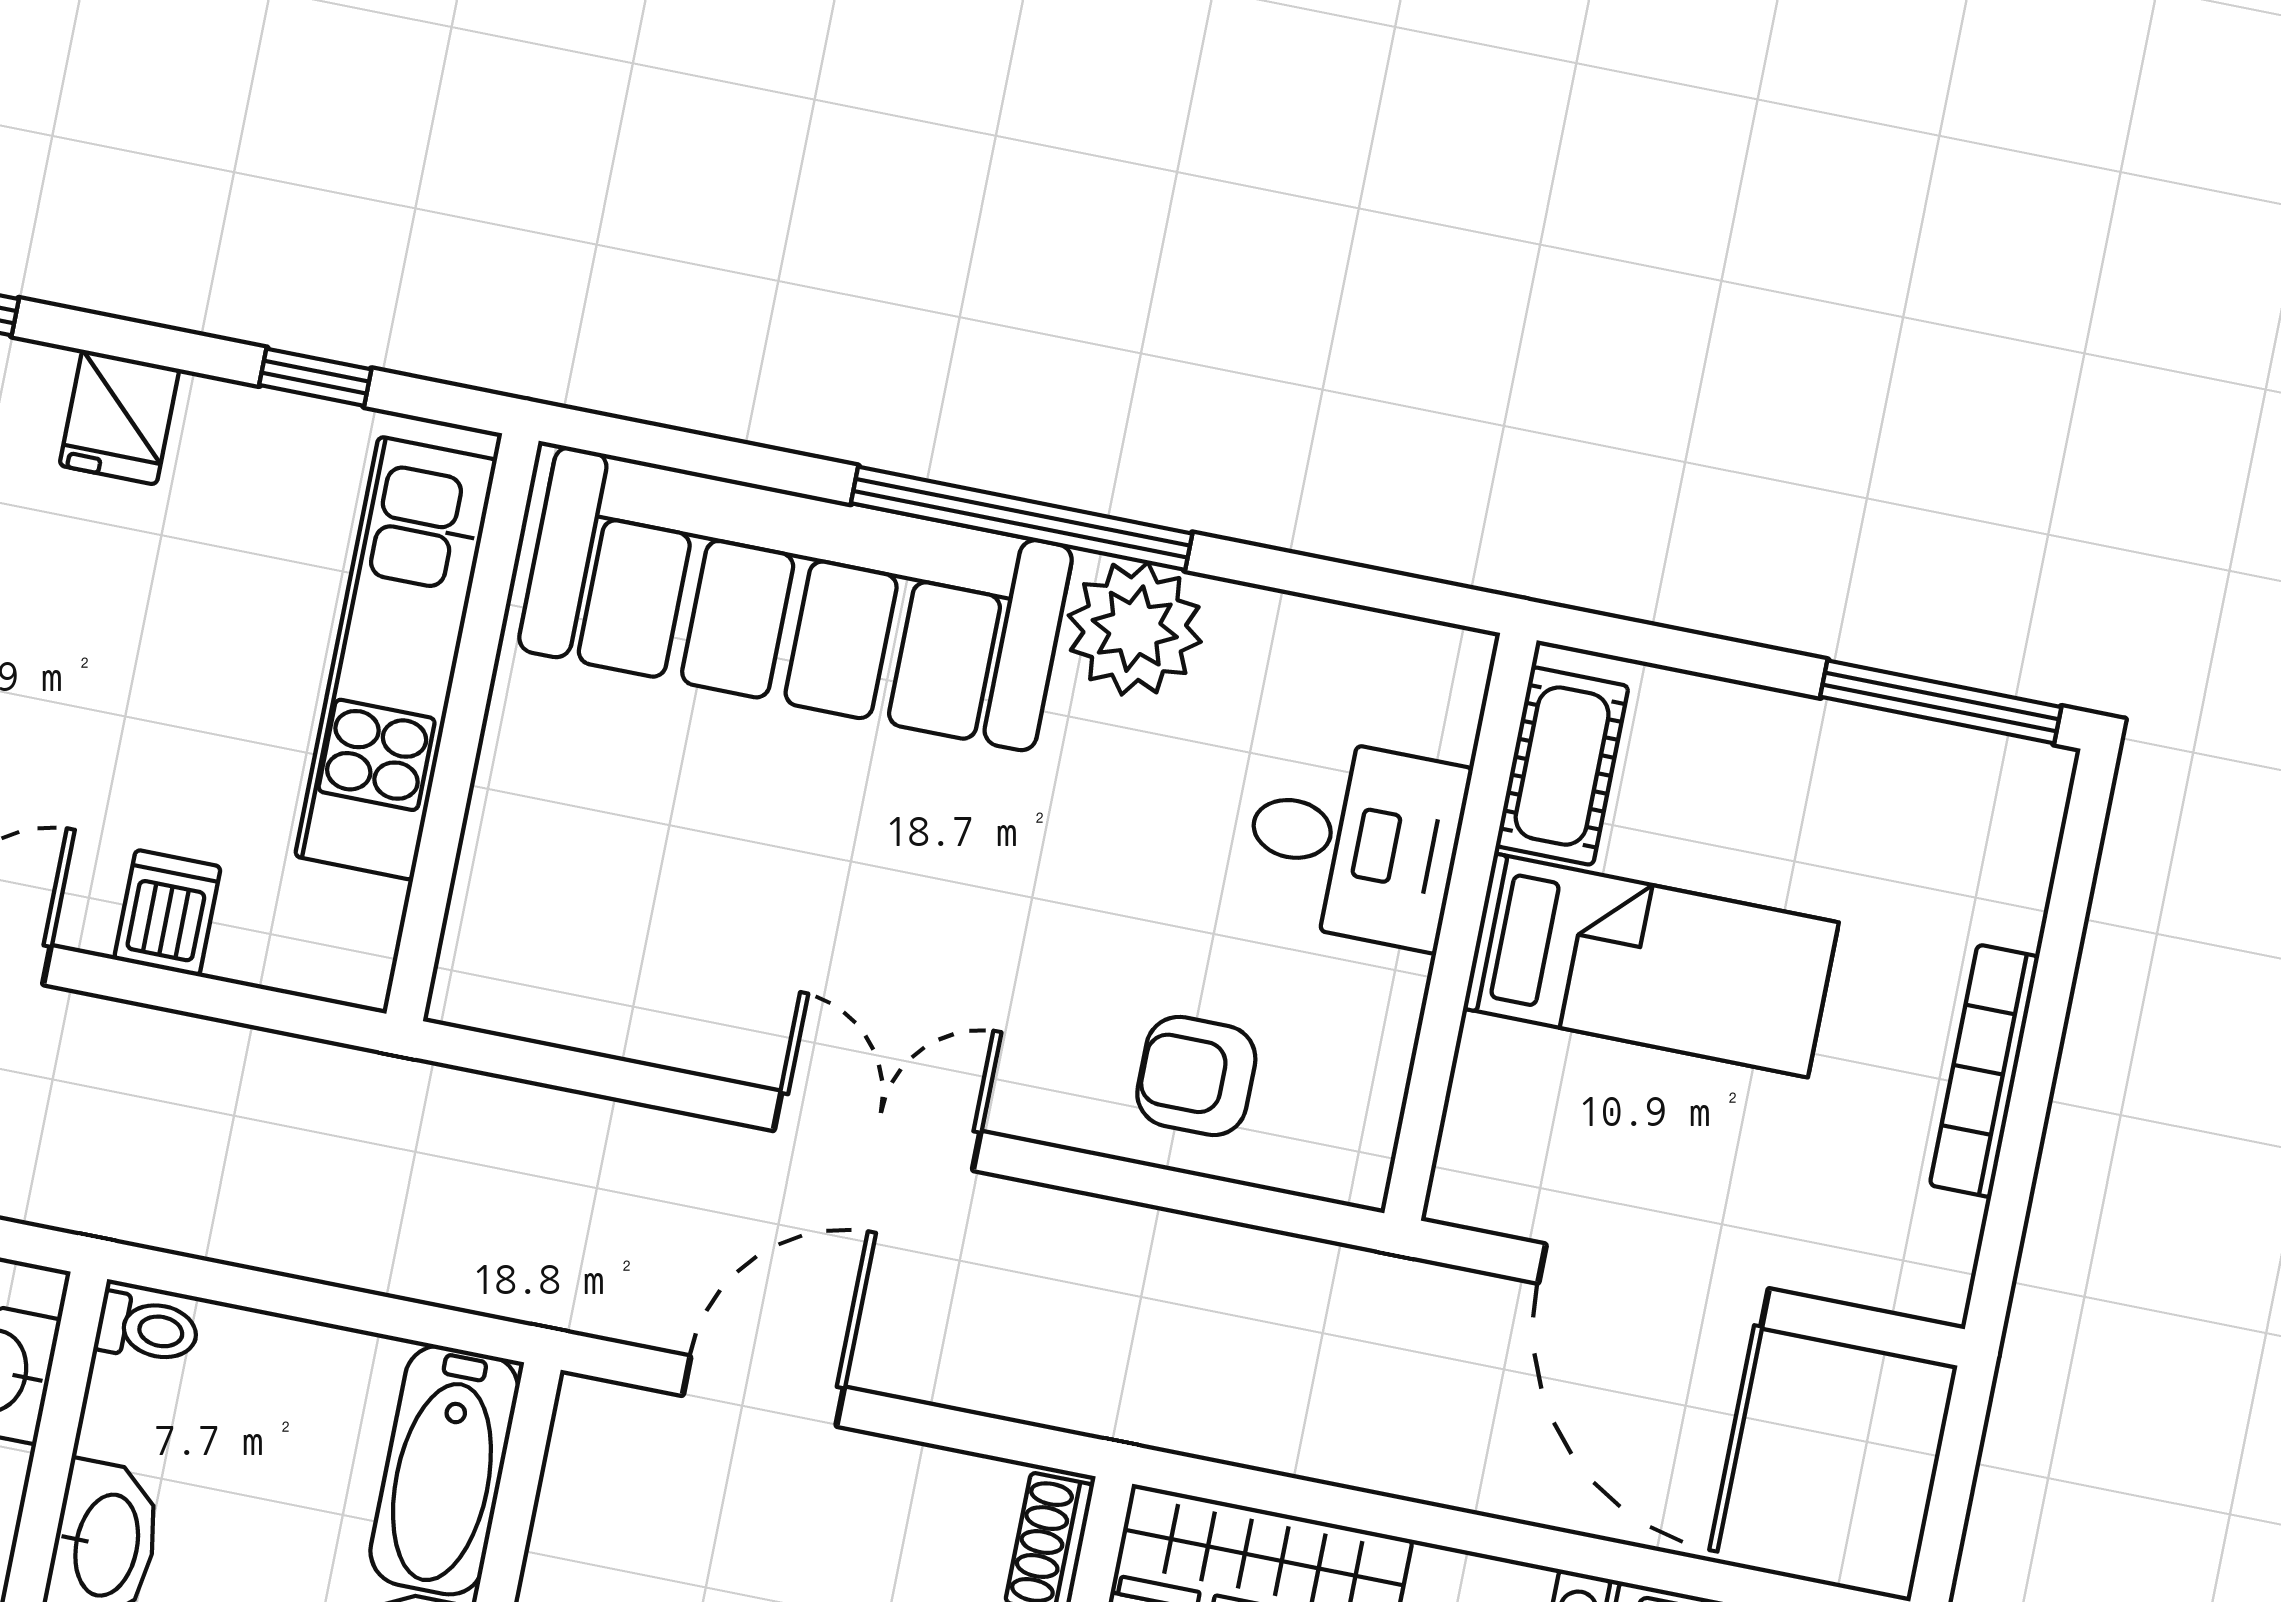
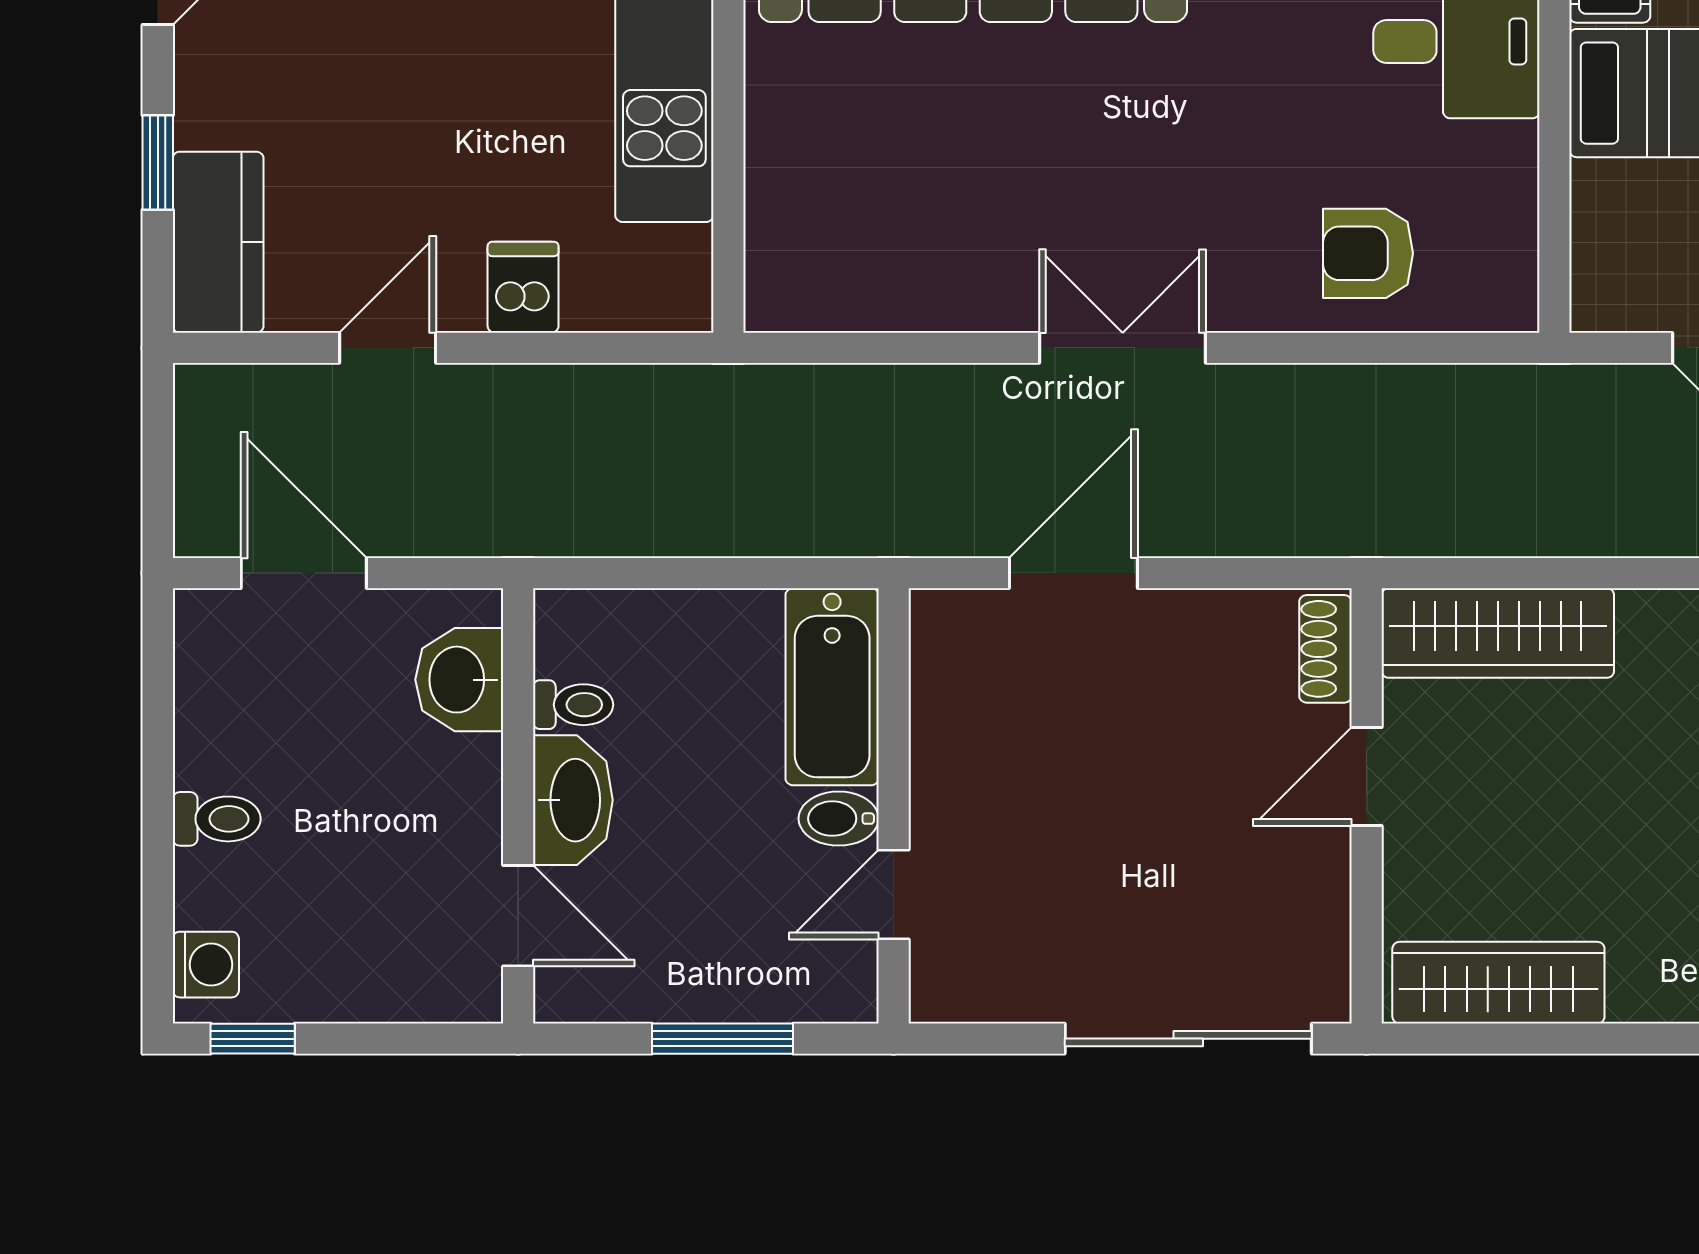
toilet: (147, 1329) -> (573, 705), moved

